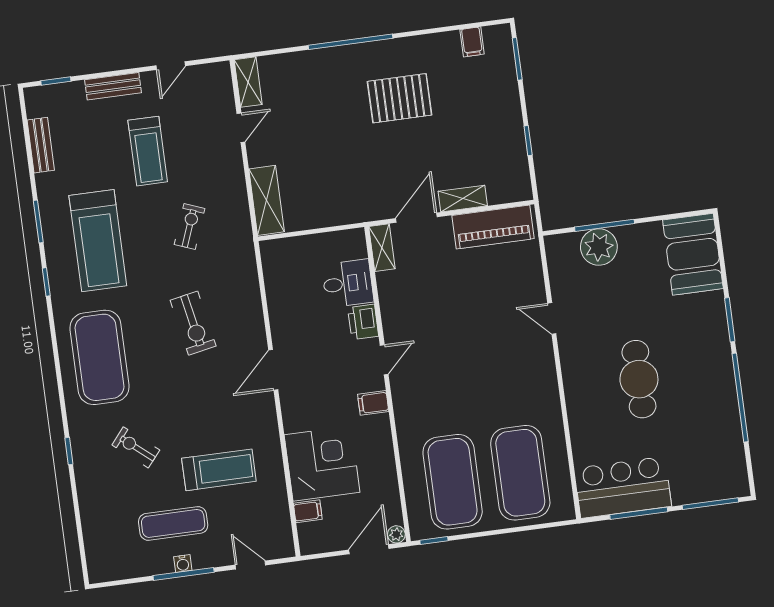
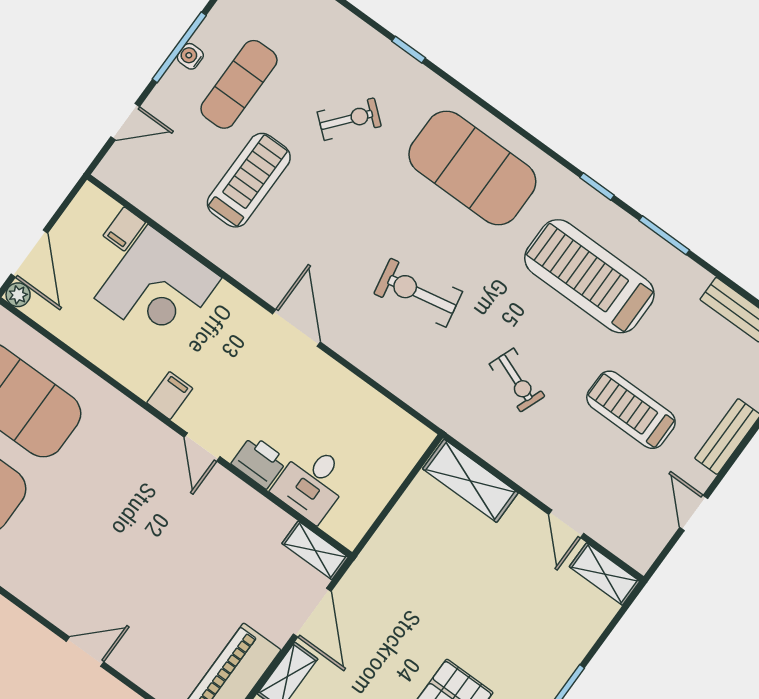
treadmill: (219, 470) -> (249, 180), turned 180

